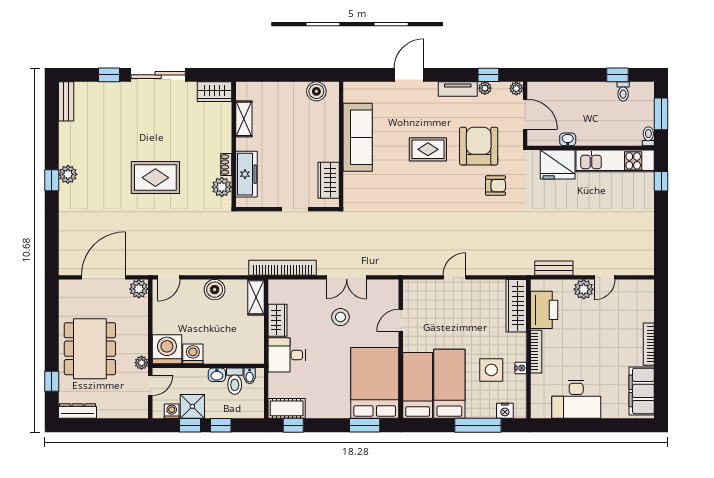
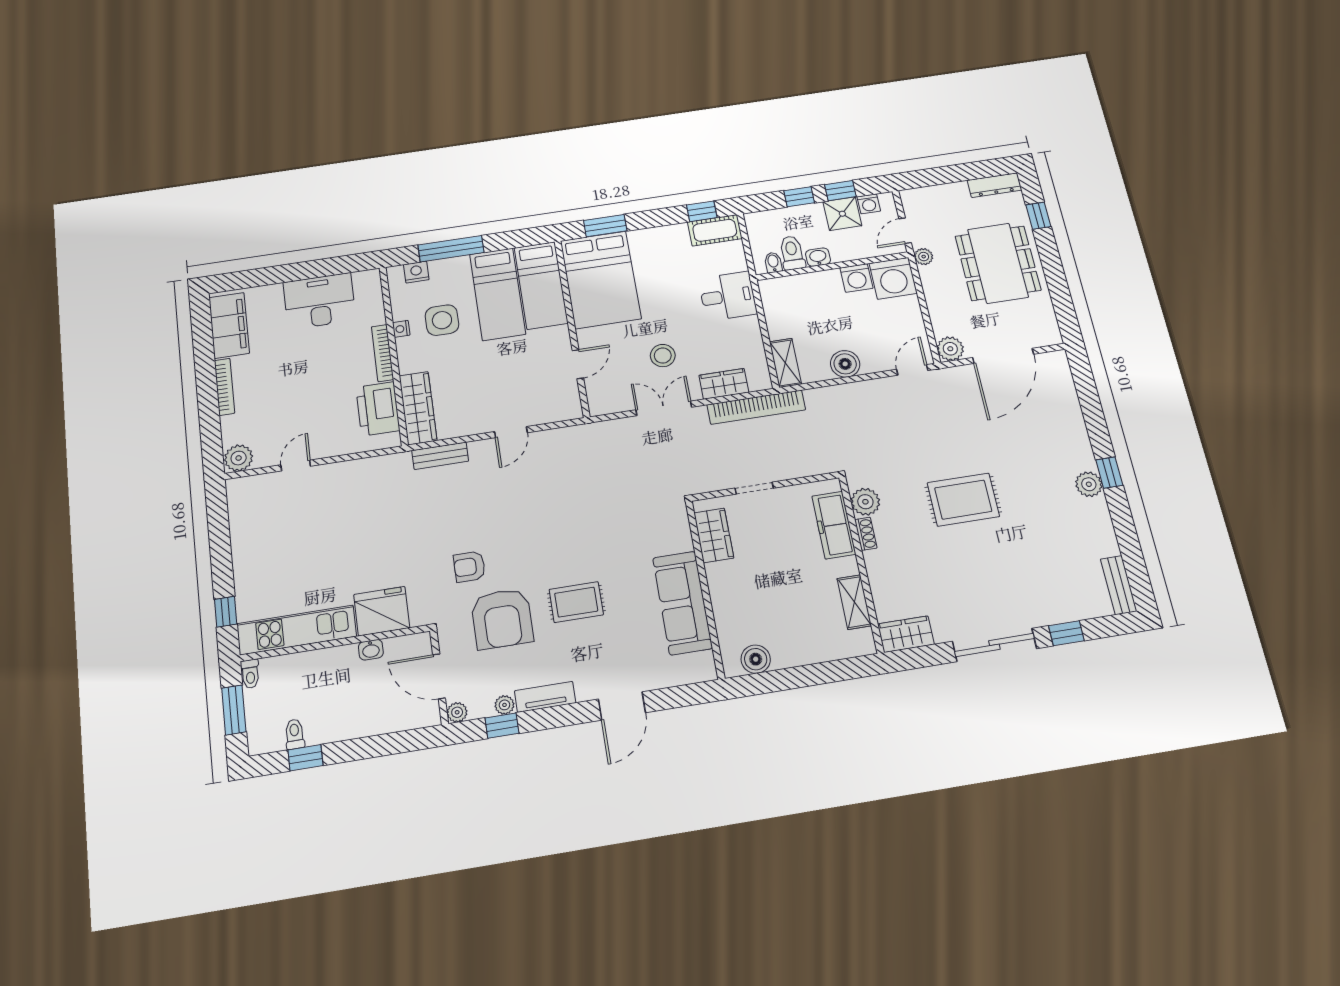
bench: (554, 268) -> (440, 456), moved
plant: (584, 289) -> (239, 458), moved
wardrobe: (278, 320) -> (724, 384), moved, turned 90

